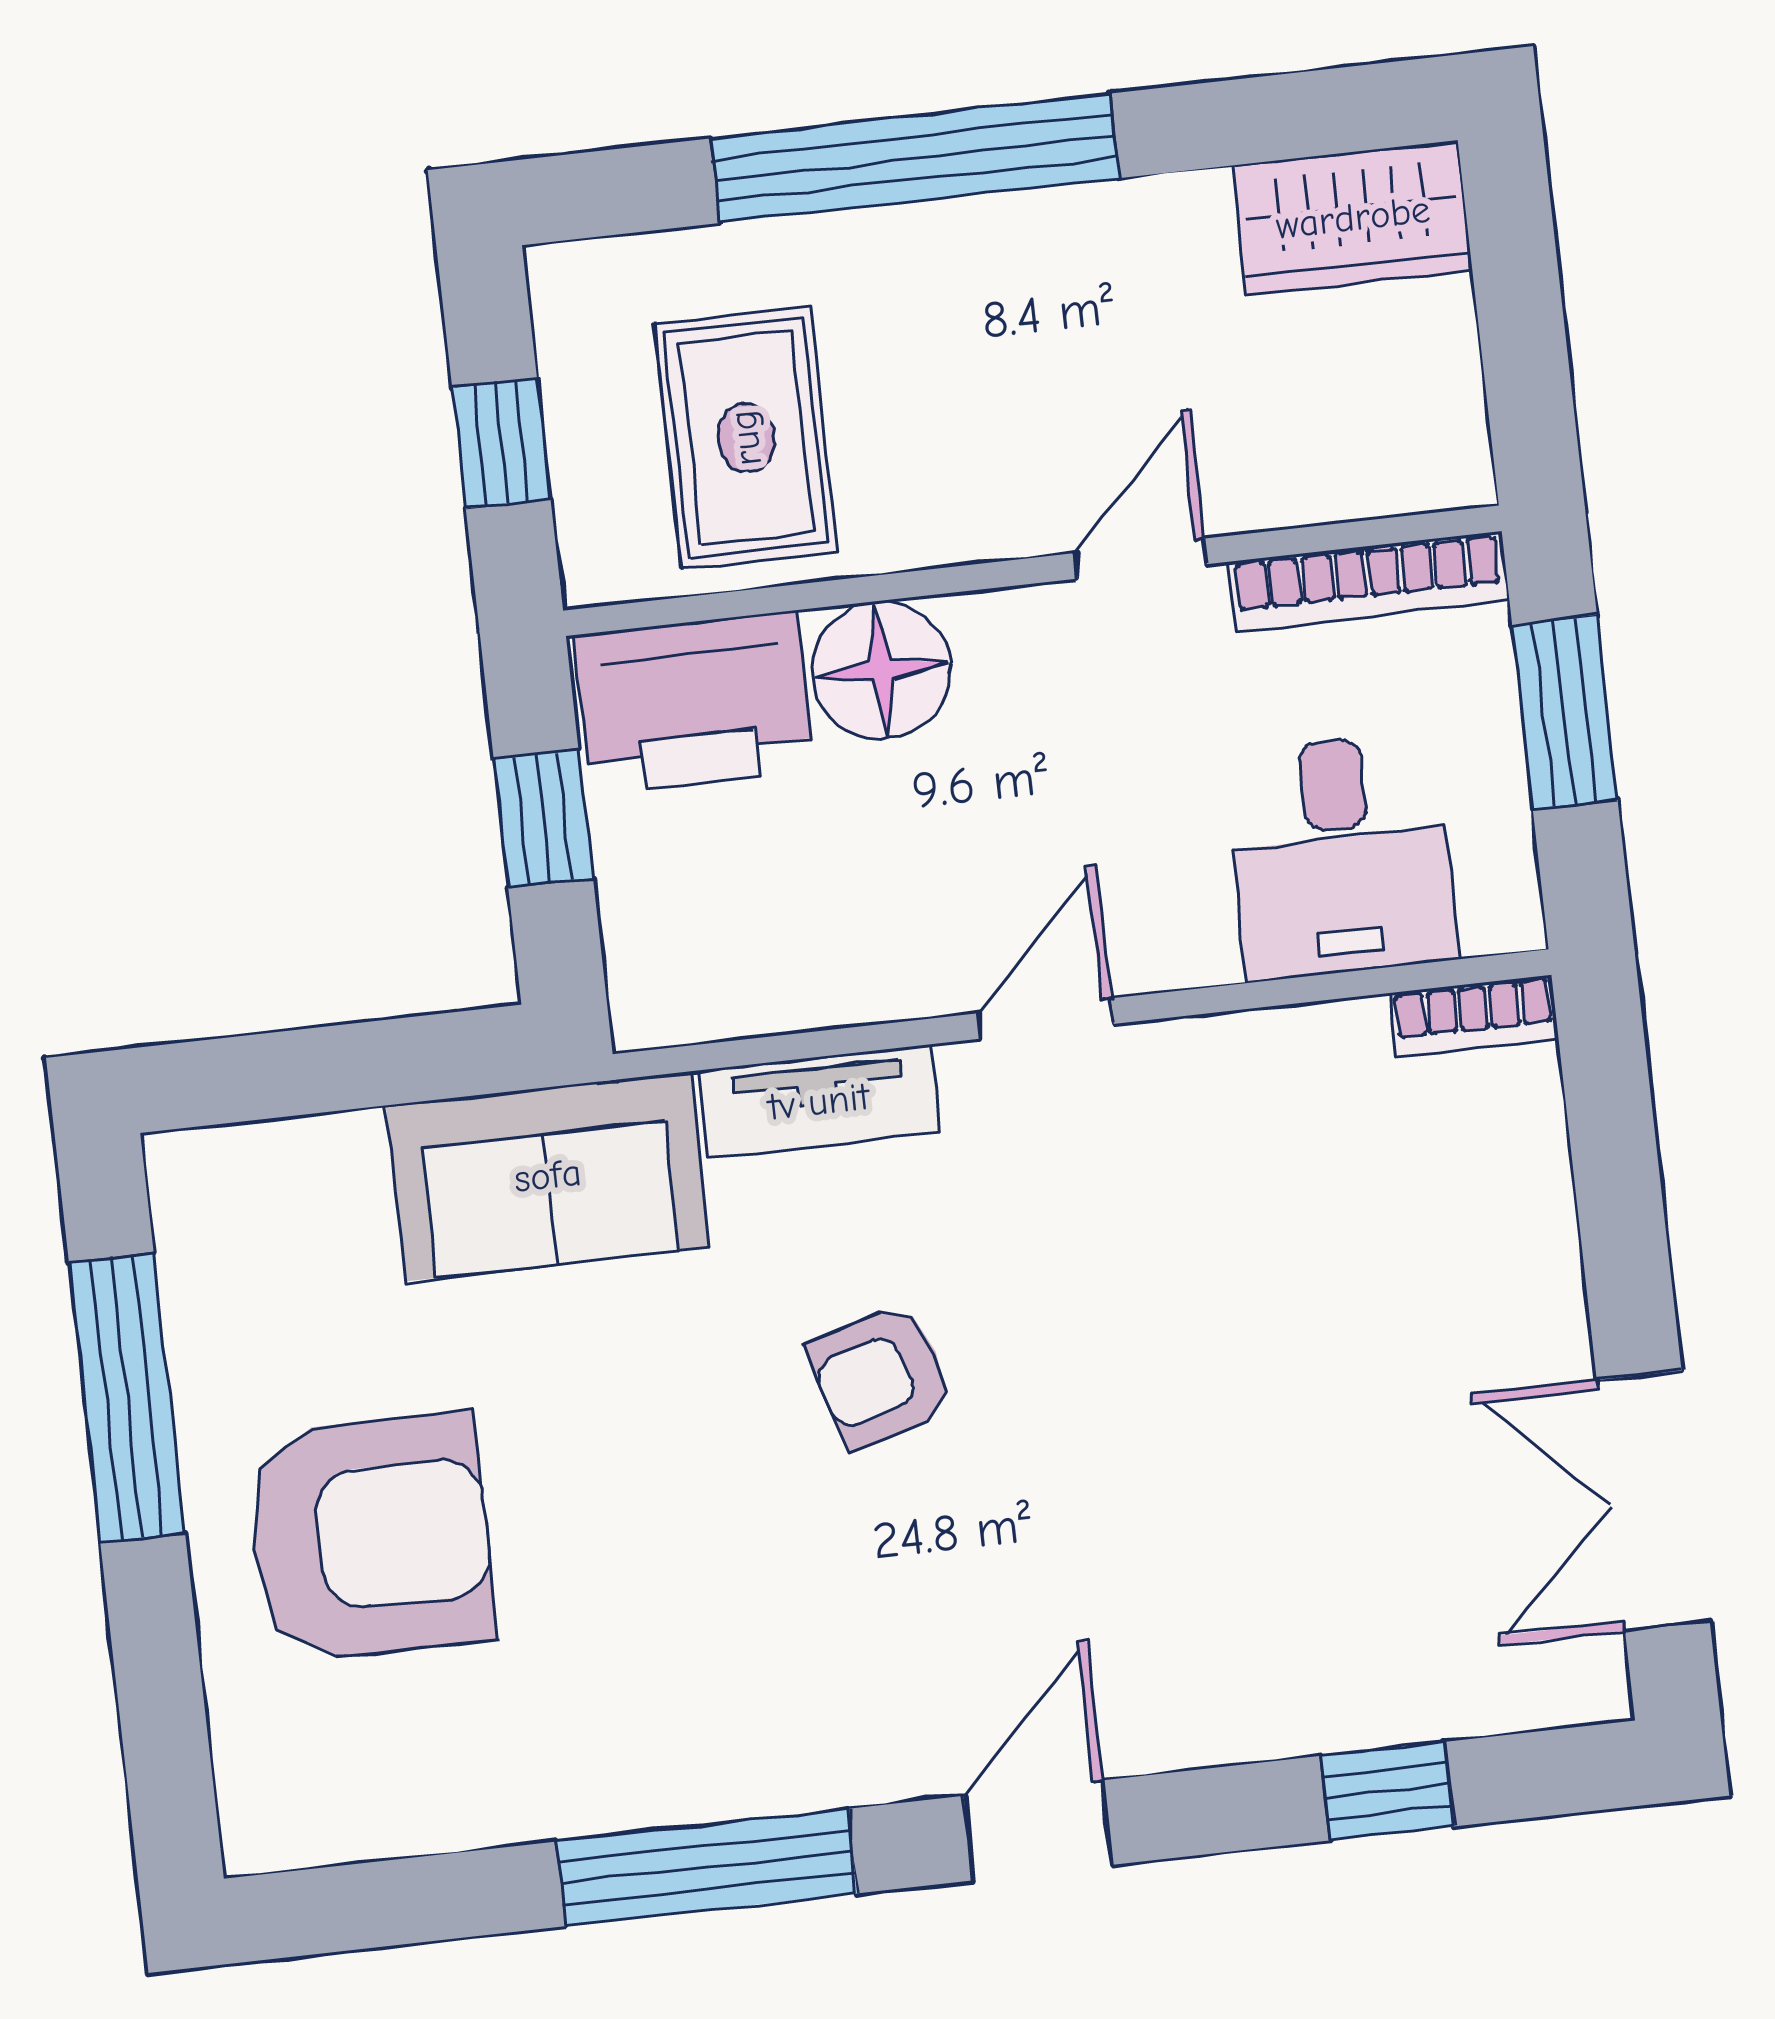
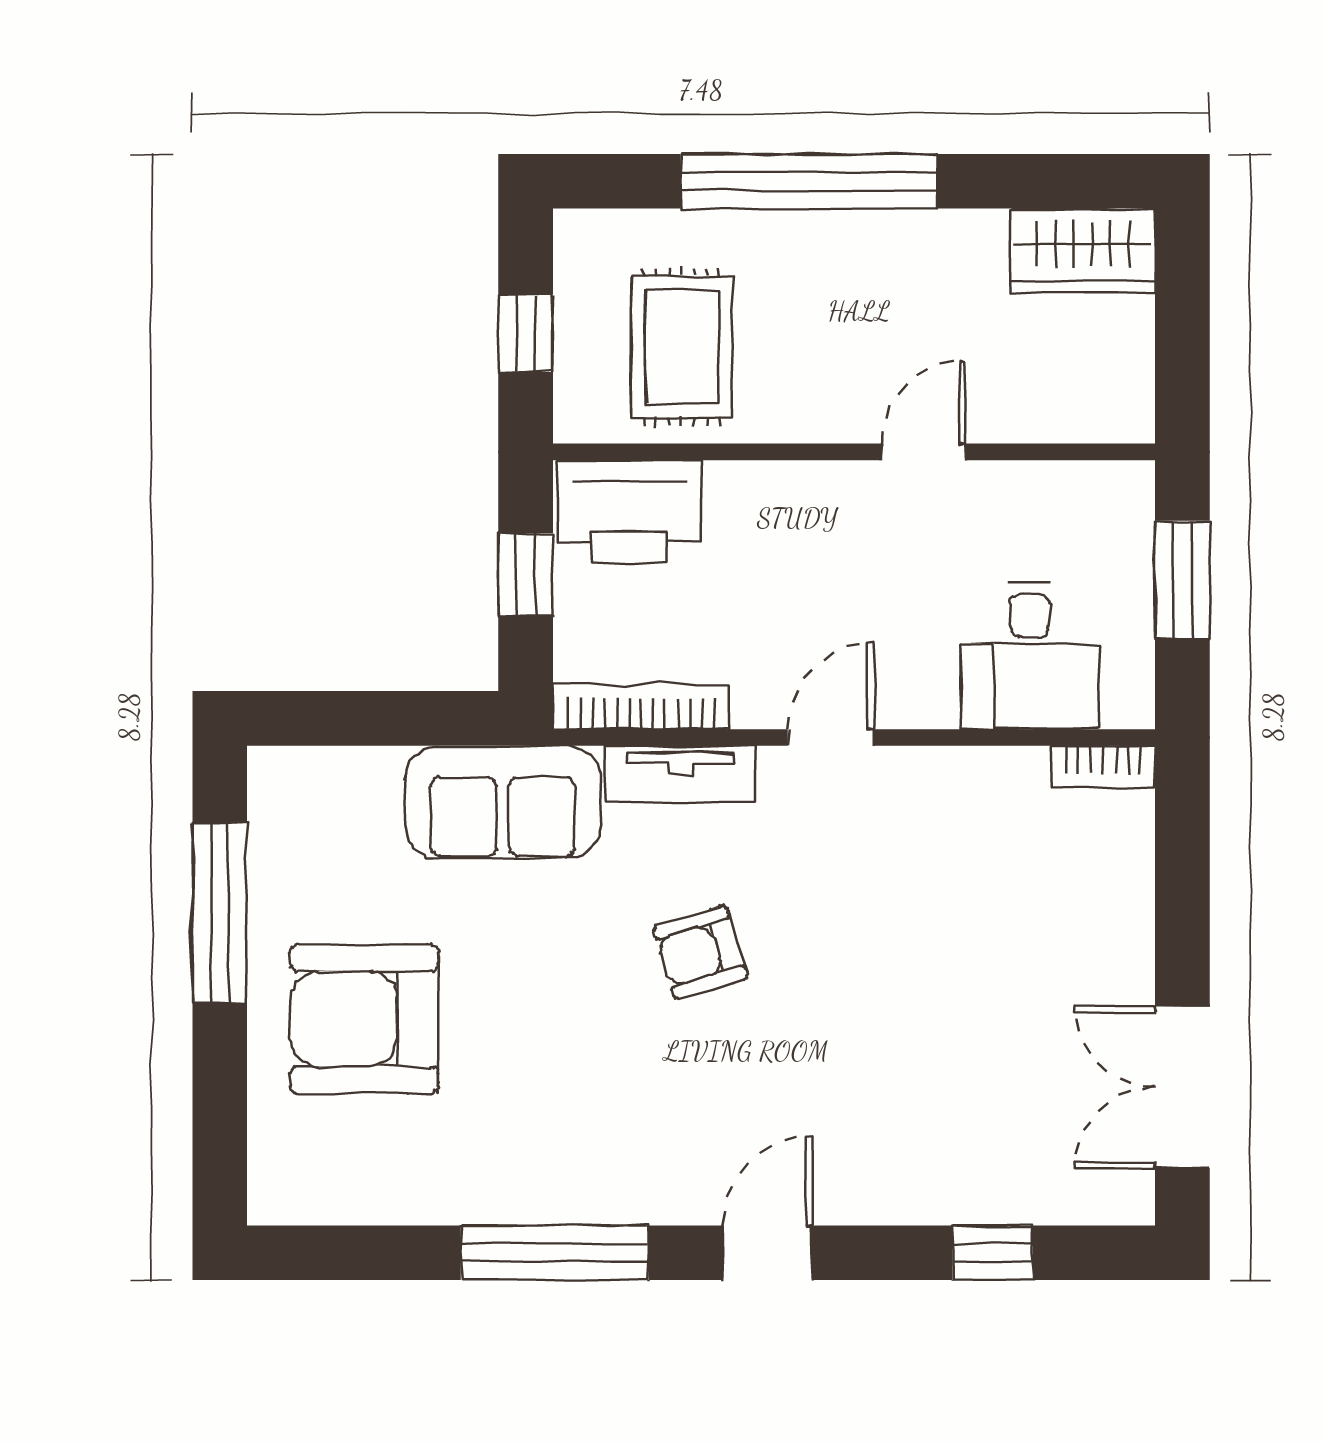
bookcase: (1368, 582) -> (641, 707), moved, turned 180
floor lamp: (882, 670) -> (751, 504), removed
armchair: (370, 1537) -> (364, 1019), turned 180

